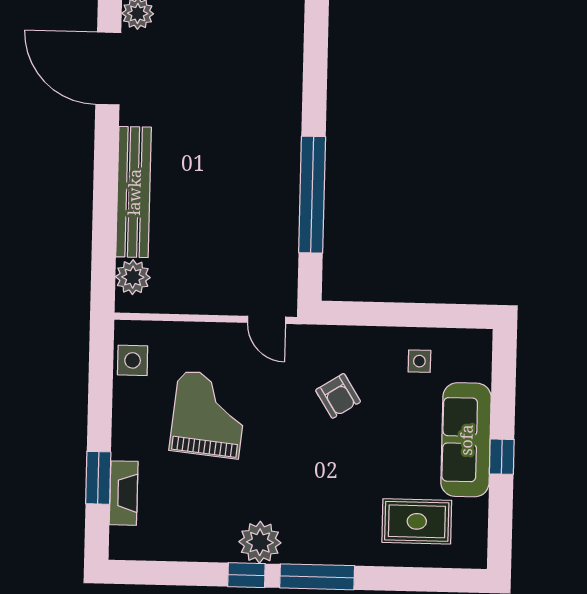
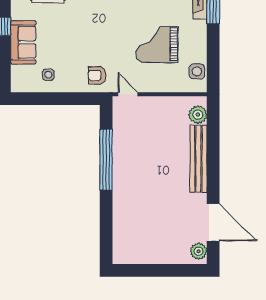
armchair: (338, 396) -> (97, 75), moved, turned -58
grand piano: (209, 415) -> (157, 44), turned 84
sofa: (466, 440) -> (23, 42), width x0.73

